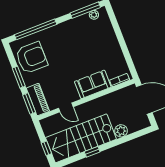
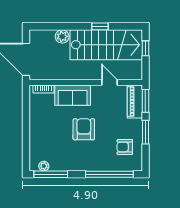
armchair: (31, 58) -> (125, 147), width x0.53, depth x0.53
armchair: (72, 59) -> (84, 129), added

